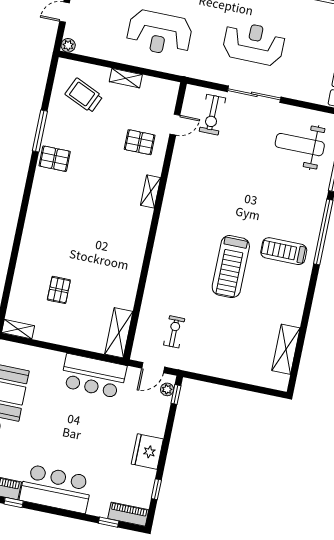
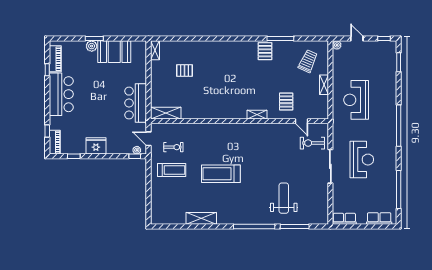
weight bench: (300, 145) -> (284, 198), moved
treadmill: (284, 251) -> (172, 170), moved, turned 90
shelving: (286, 349) -> (201, 218), moved

